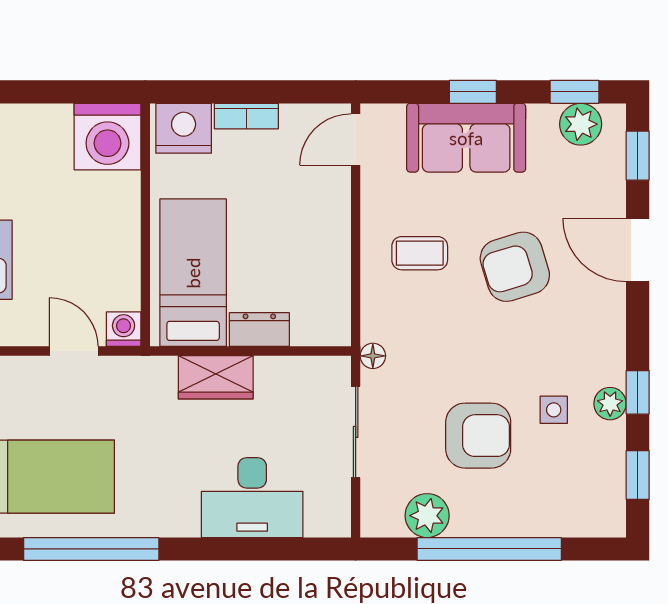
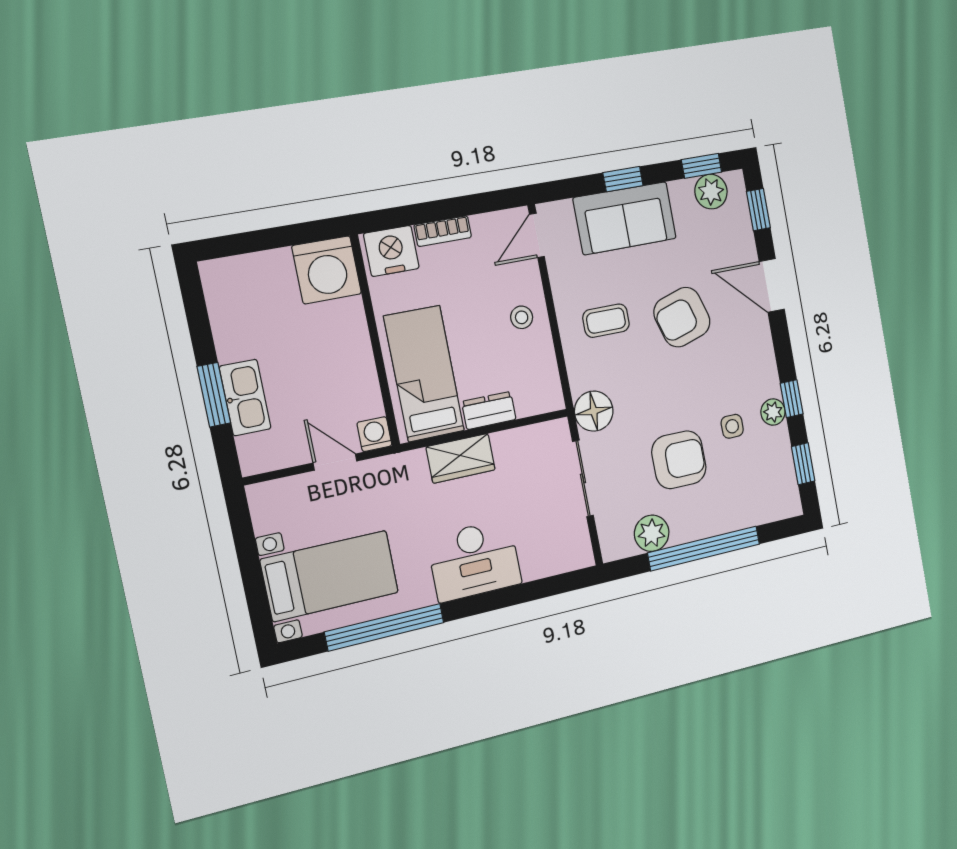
stool: (319, 230) -> (522, 317), added
floor lamp: (373, 356) -> (594, 411), width x1.89, depth x1.89
desk: (252, 498) -> (474, 560), moved

